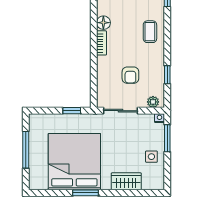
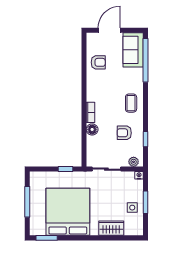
floor lamp: (103, 23) -> (92, 129), moved
armchair: (130, 75) -> (124, 133), moved, turned 90
window: (167, 138) -> (145, 202), moved
window: (86, 193) -> (47, 238), moved

